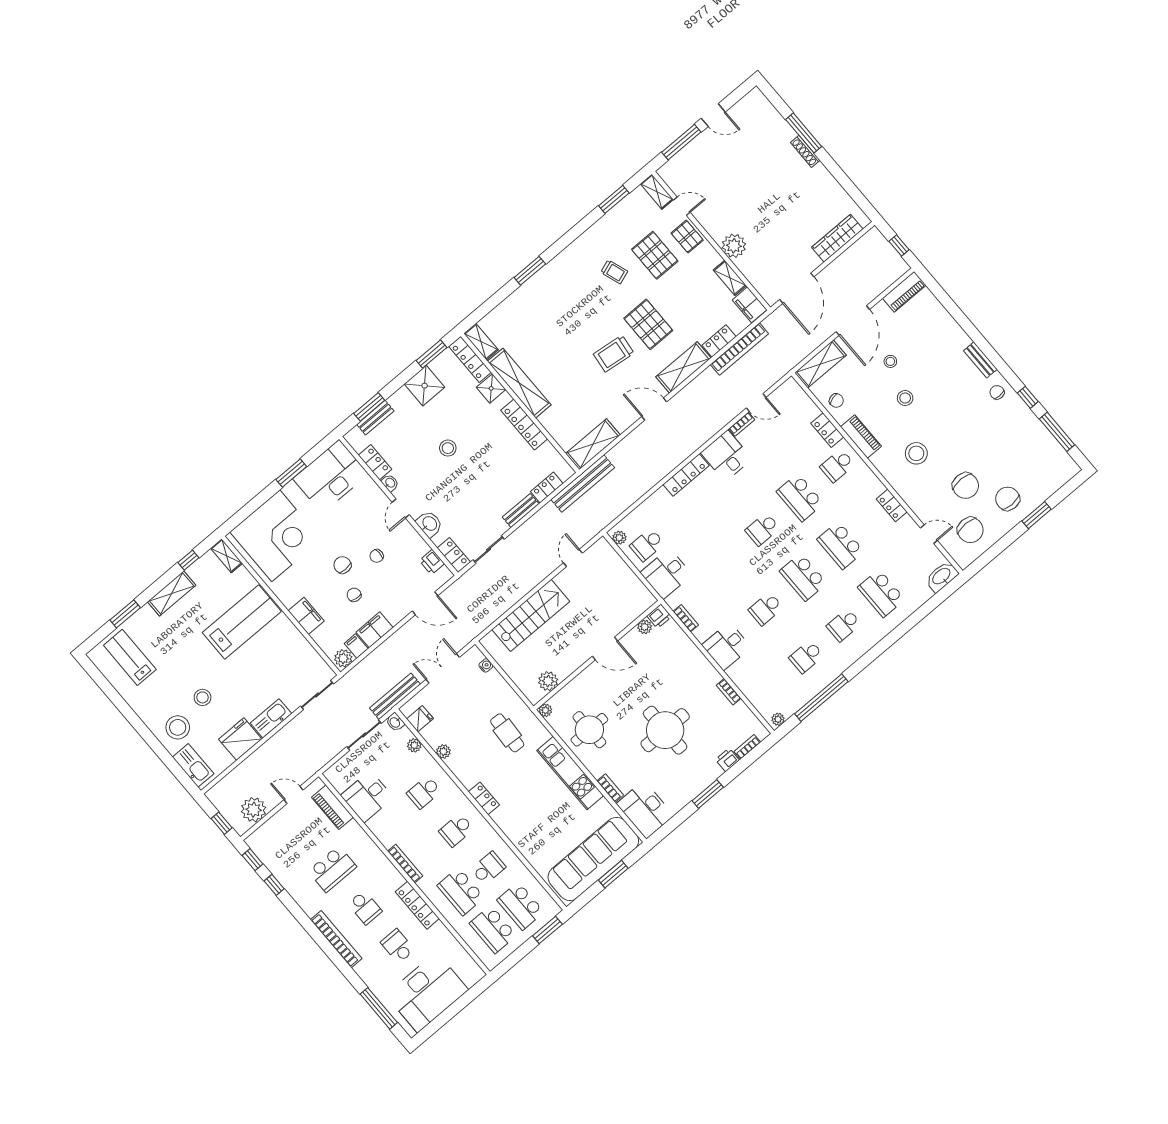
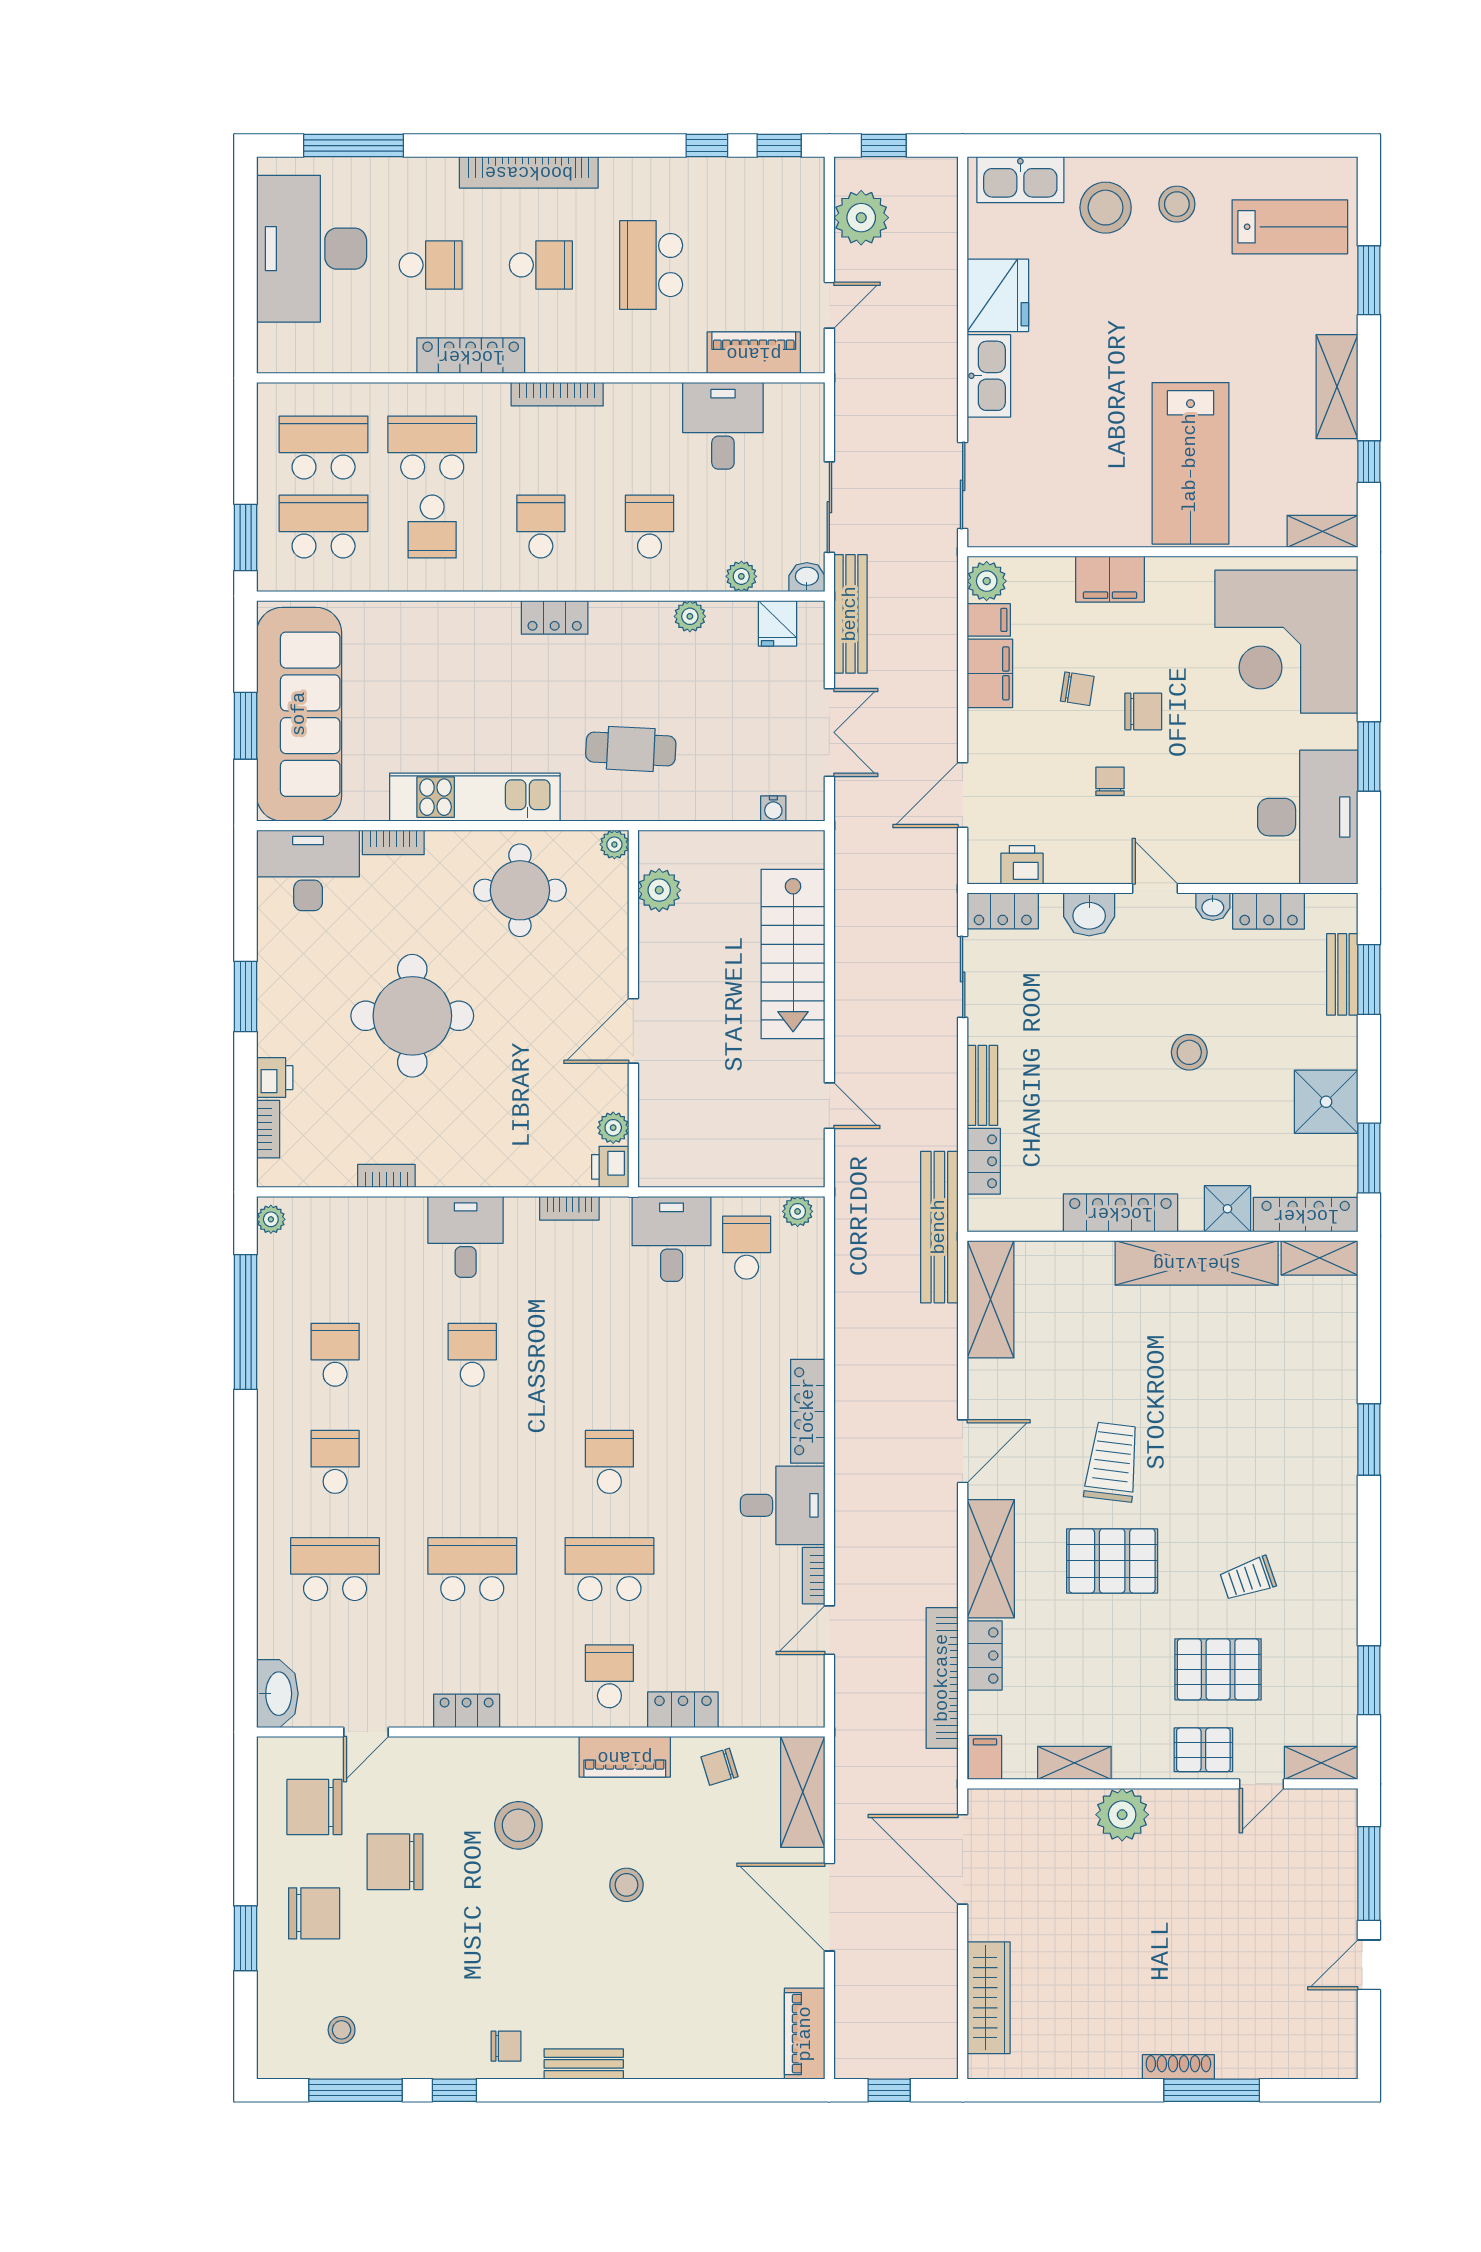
filing cabinet: (750, 305) -> (985, 1757), width x0.50
stool: (890, 361) -> (342, 2030), moved
school desk: (803, 577) -> (472, 1462), removed
stool: (203, 697) -> (1177, 204), moved
school desk: (365, 908) -> (541, 265), turned 180

